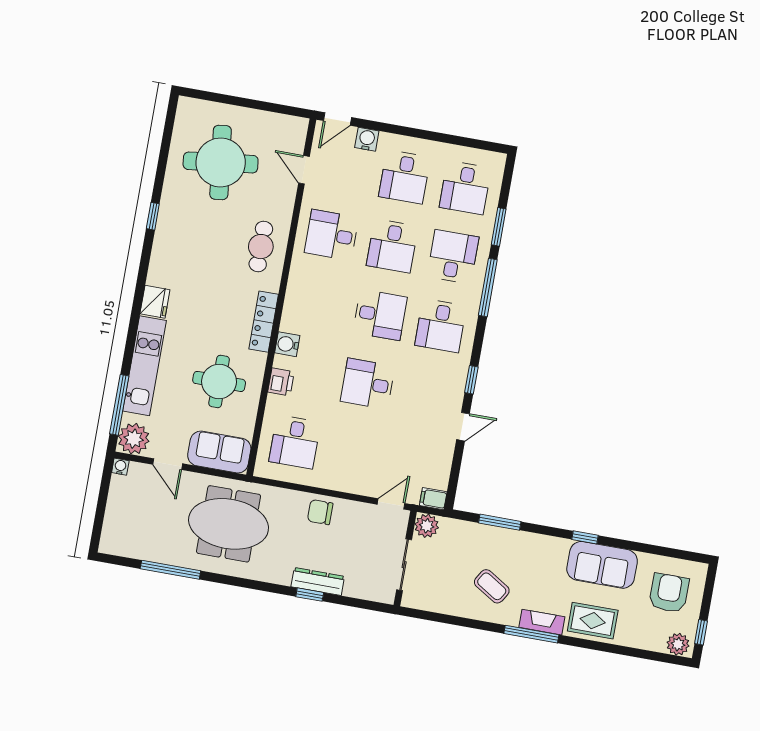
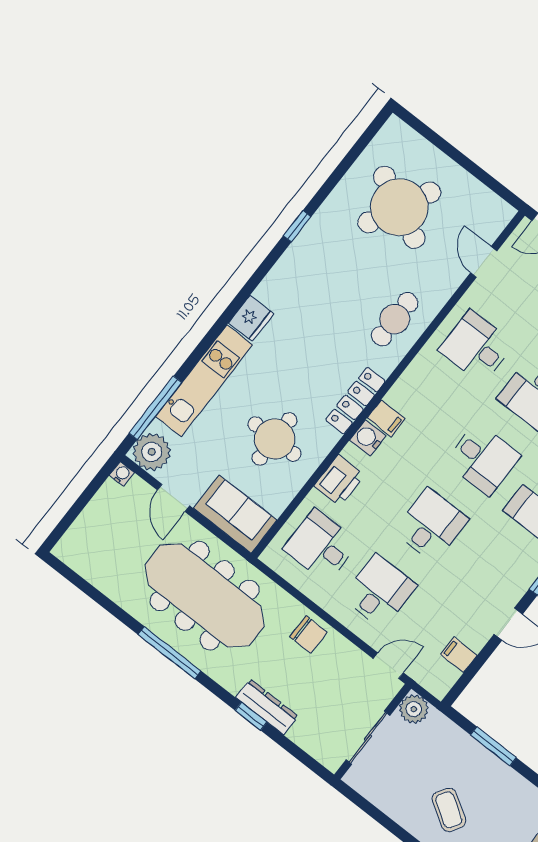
round table: (221, 162) -> (399, 207), turned 33
filing cabinet: (293, 323) -> (386, 418), added
printer: (281, 382) -> (339, 481), width x1.36, depth x1.24
desk: (368, 384) -> (431, 525), turned 90
desk: (295, 442) -> (321, 546), turned 90
desk: (355, 453) -> (379, 591), added
filing cabinet: (433, 499) -> (459, 655), moved
chair: (320, 512) -> (308, 635), turned 180
meeting table: (229, 524) -> (205, 596), width x1.36
window: (170, 570) -> (169, 653), moved

